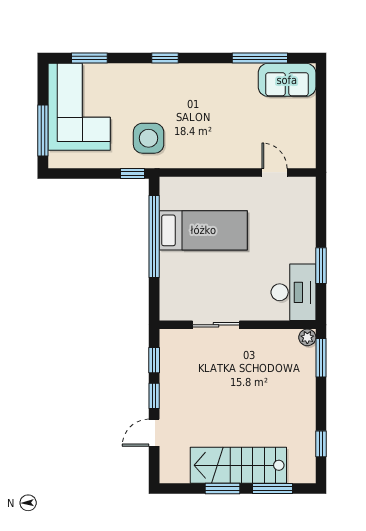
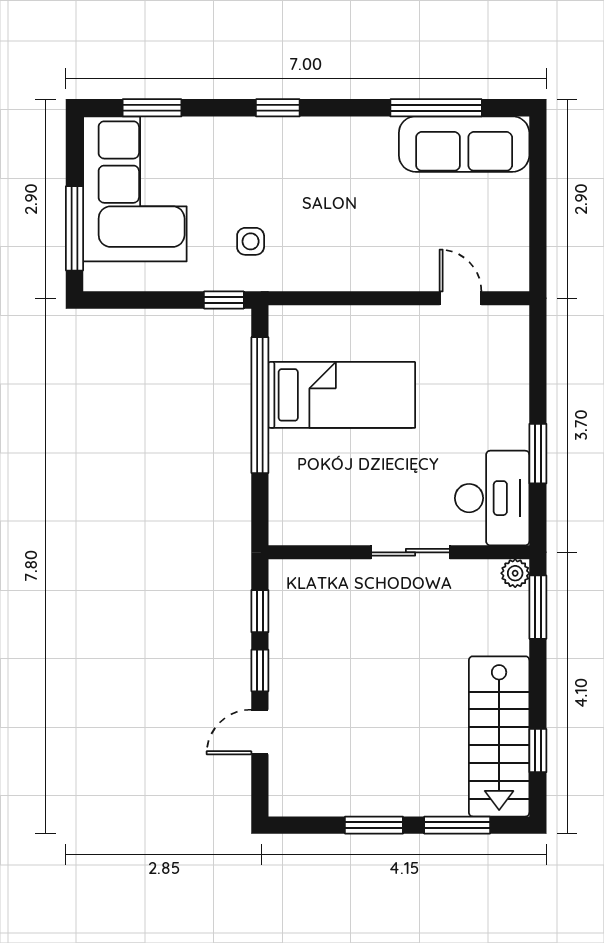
sofa: (287, 80) -> (464, 144), width x1.36
side table: (149, 138) -> (251, 241), width x0.54, depth x0.54
sliding door: (216, 325) -> (411, 552), moved
stairs: (238, 465) -> (499, 736), moved, turned -90

